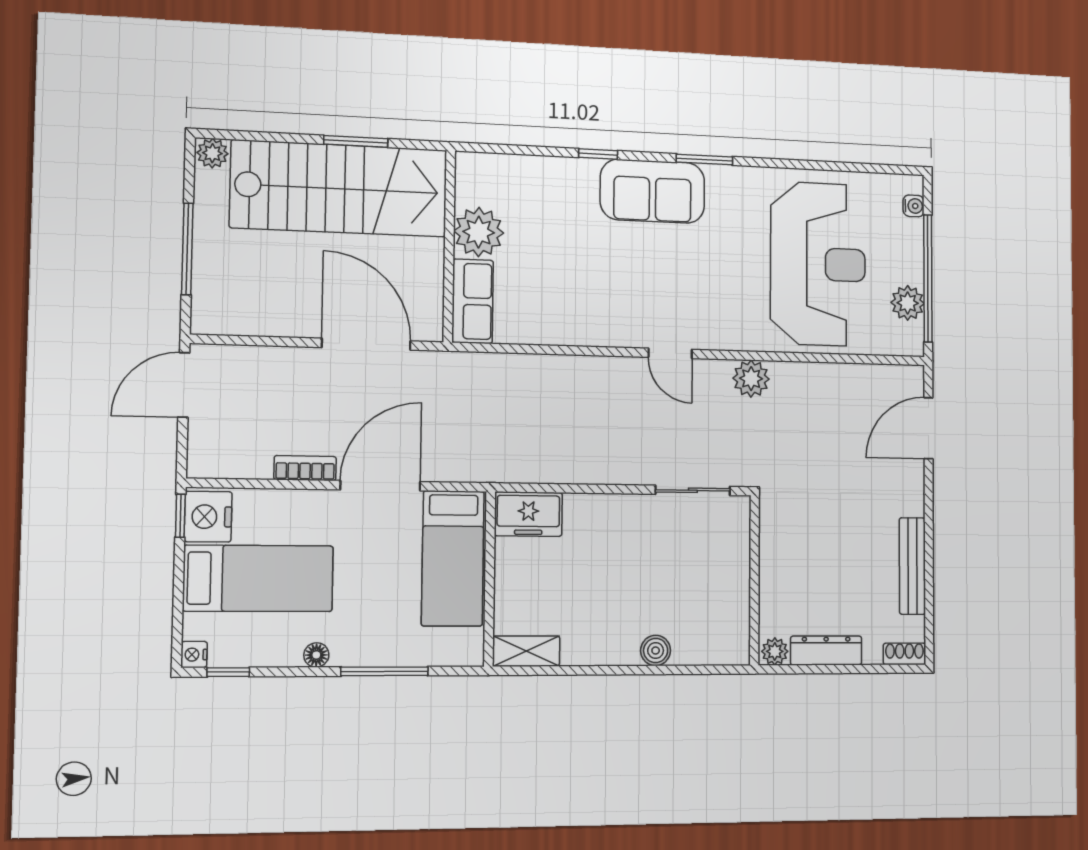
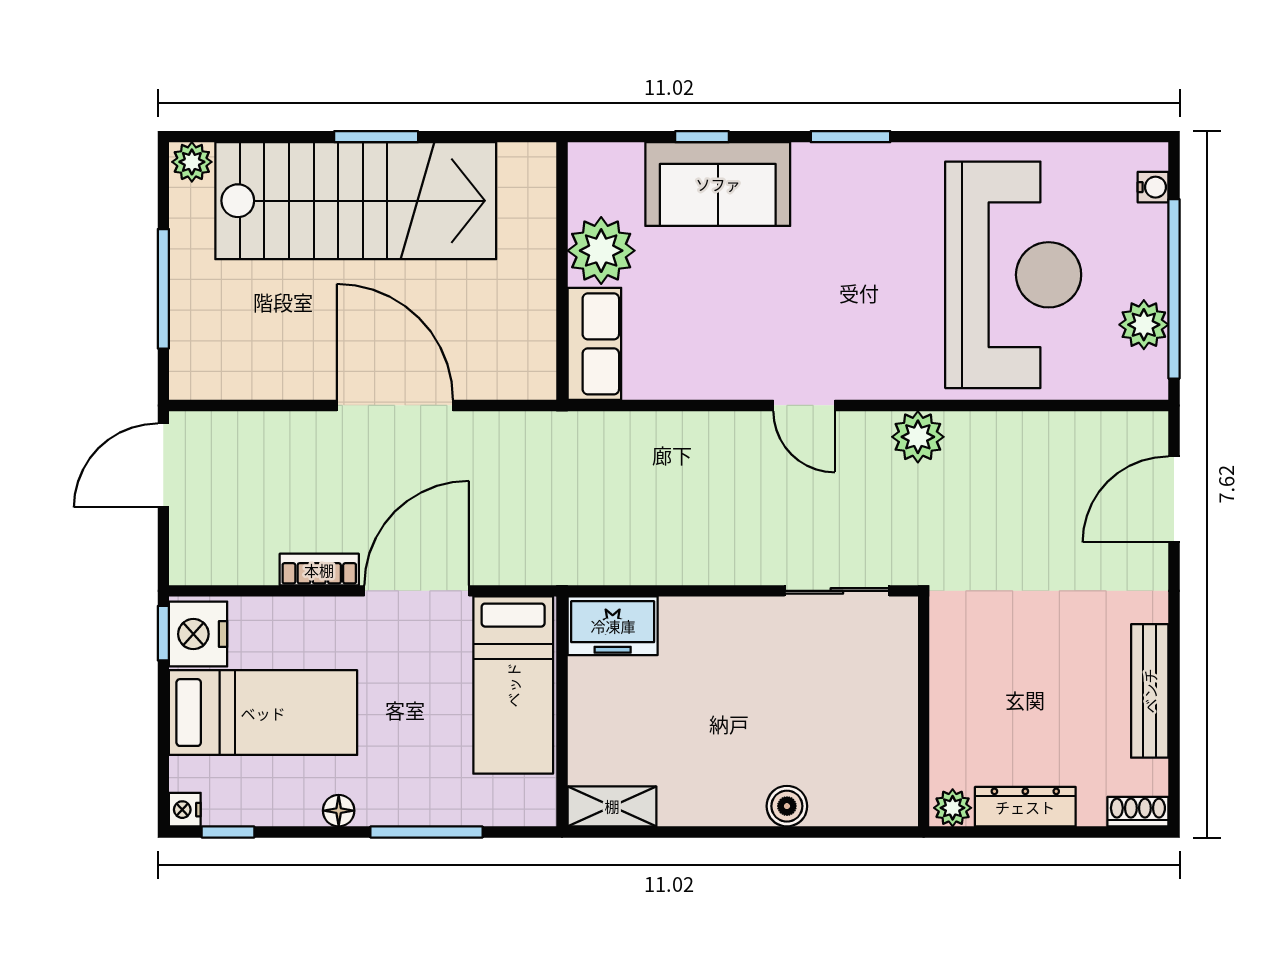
sofa: (653, 191) -> (718, 184), moved
plant: (479, 232) -> (601, 251), moved
wall: (449, 246) -> (562, 271), moved
row of seats: (473, 301) -> (594, 344), moved

